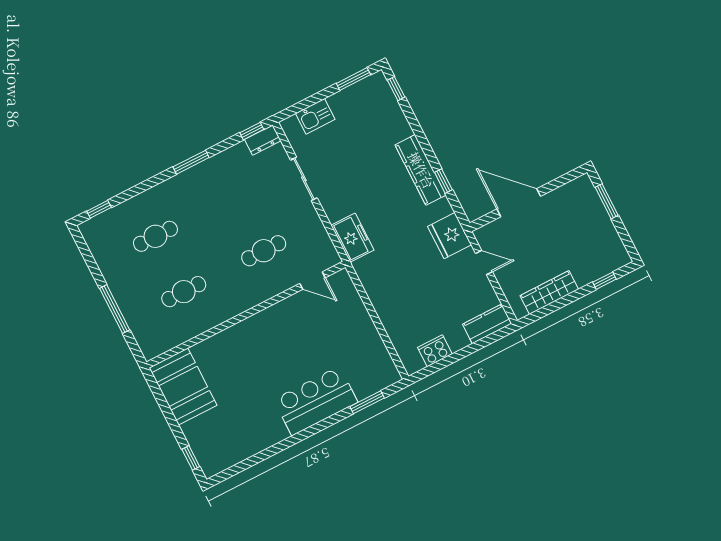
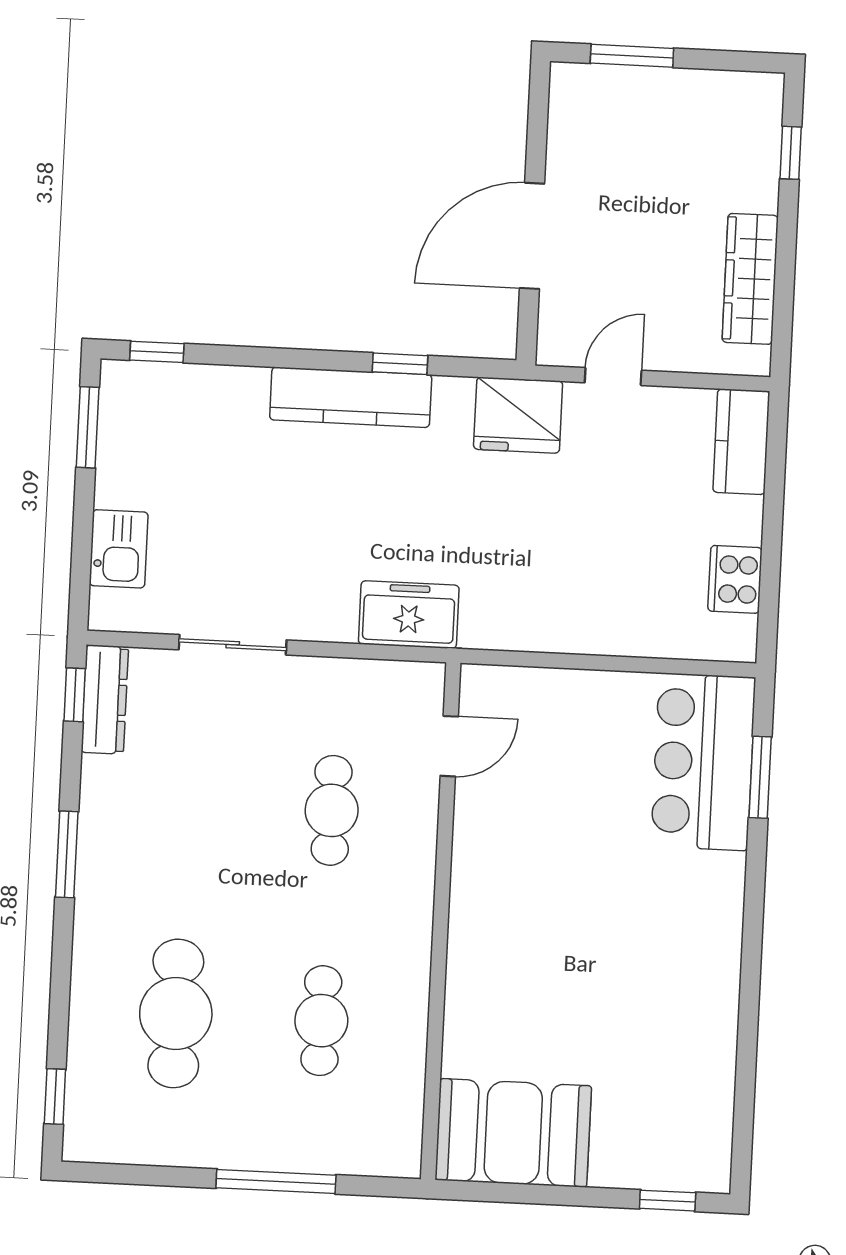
dresser: (263, 140) -> (105, 700), width x1.44
cafe table: (155, 236) -> (176, 1013), width x1.37, depth x1.35
bar counter: (316, 401) -> (703, 762), moved

